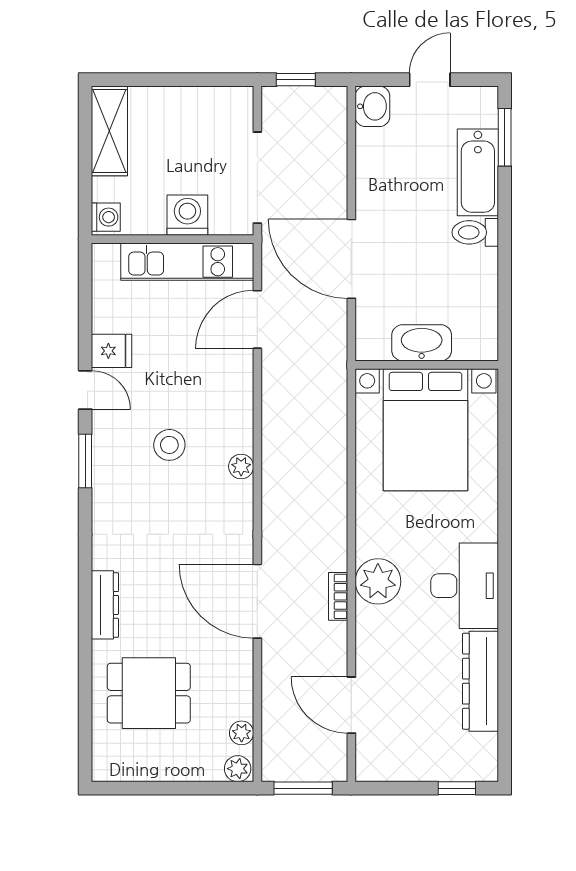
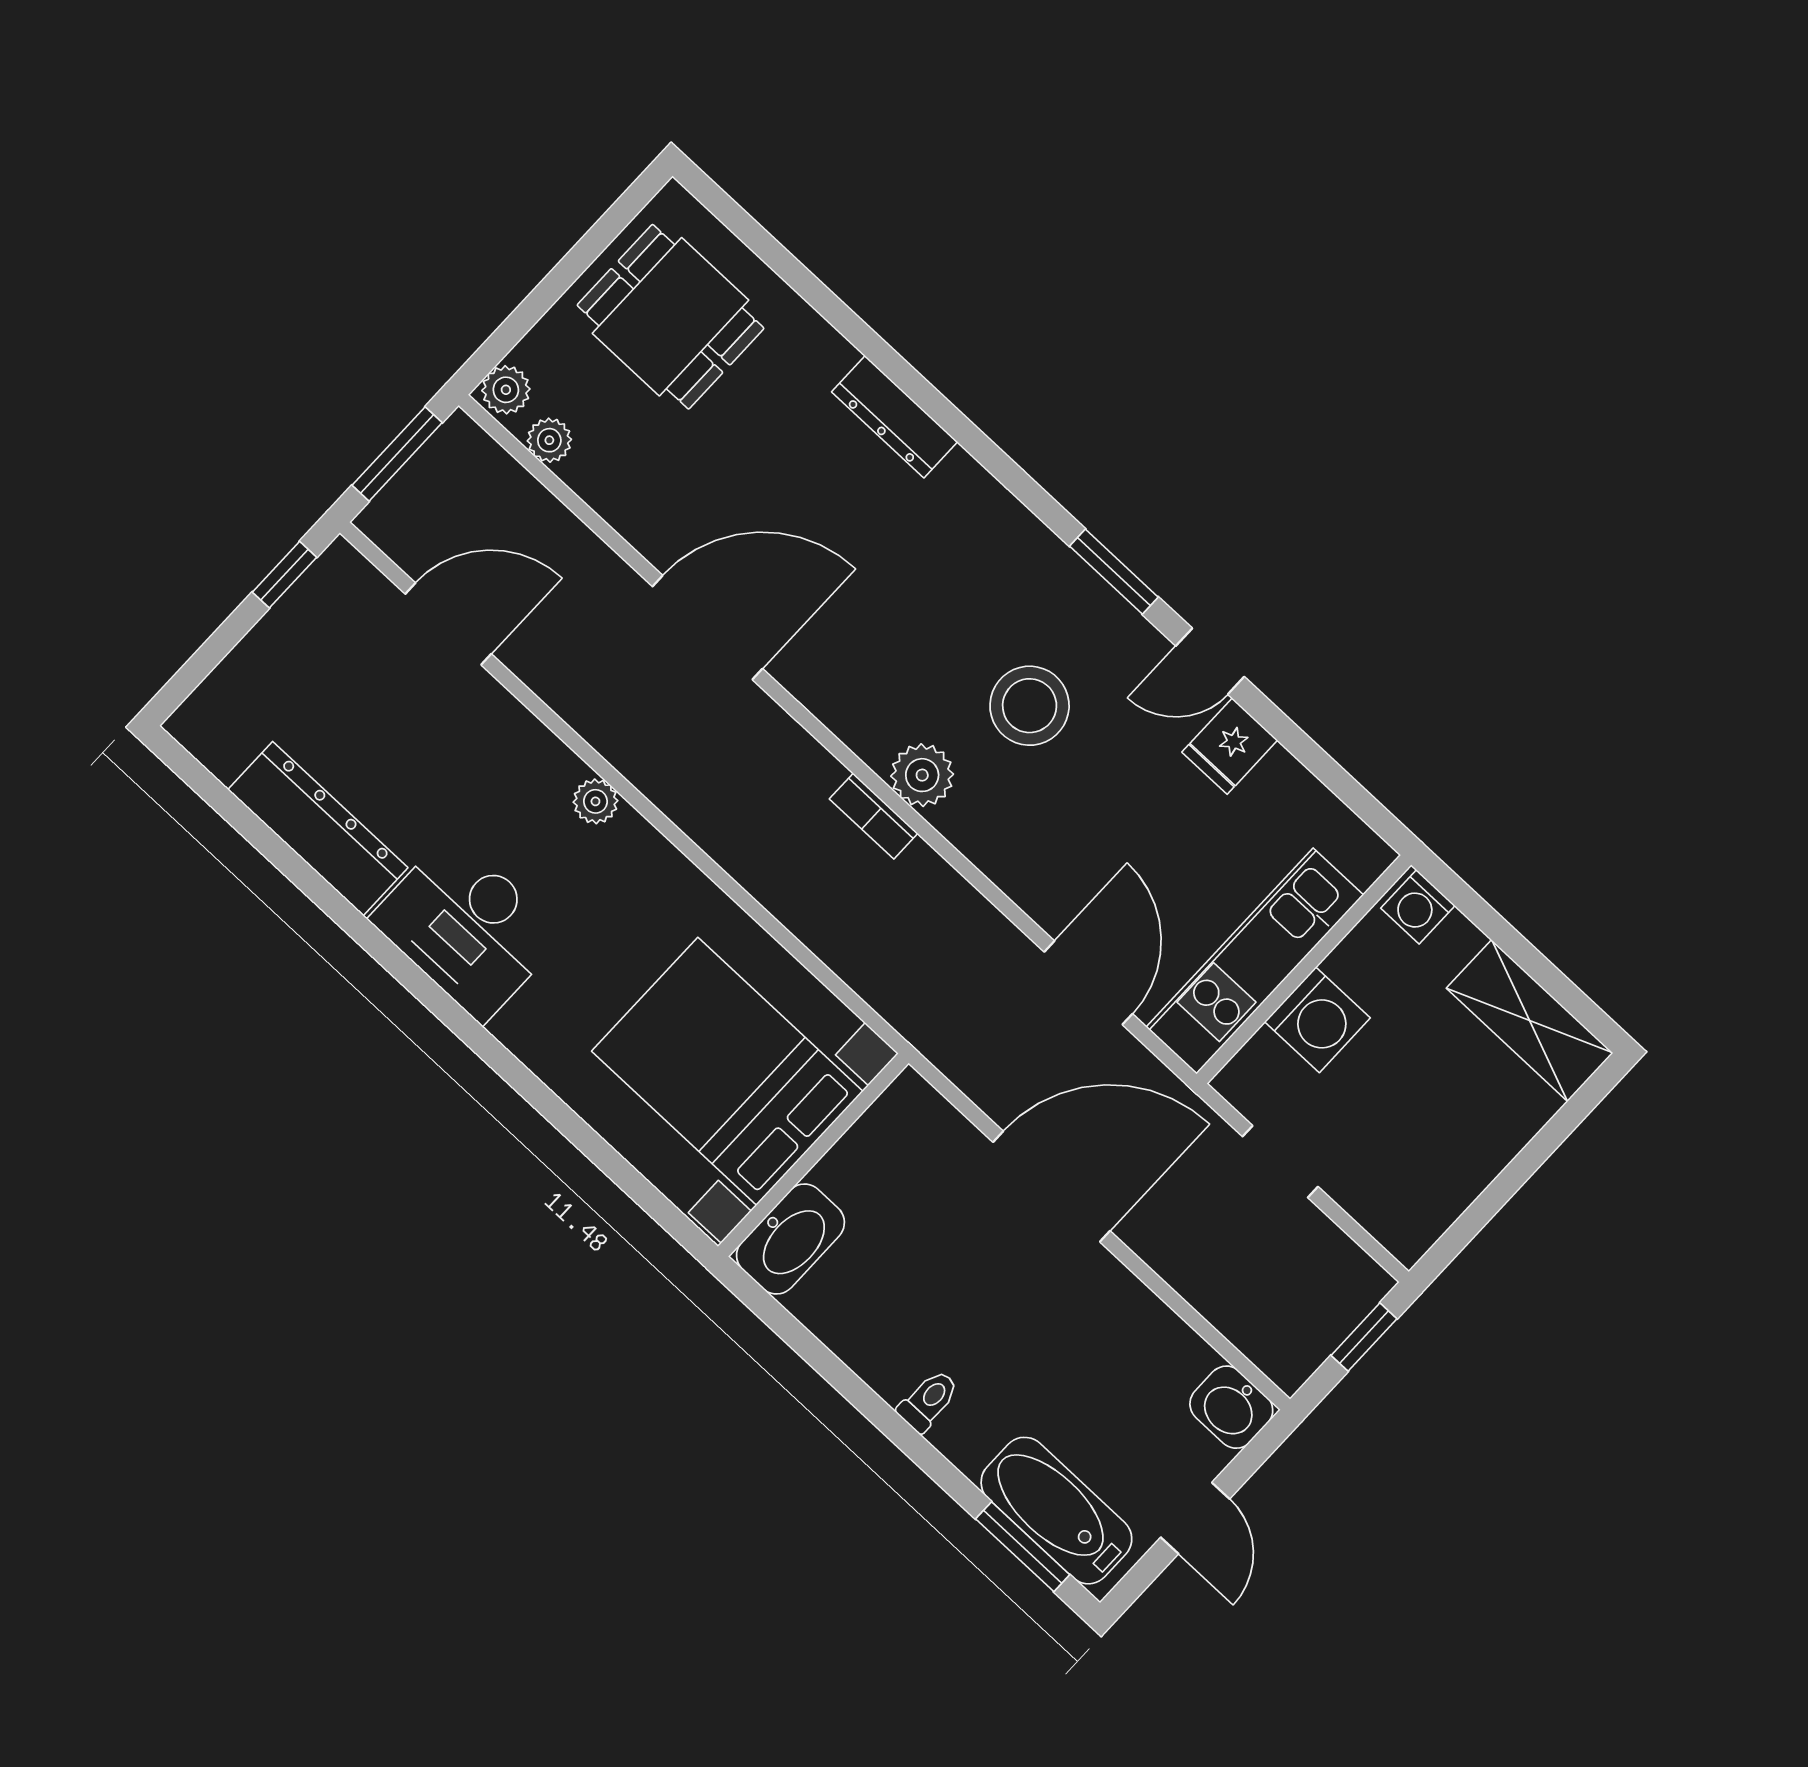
bathtub: (478, 172) -> (1056, 1511), moved
doorway: (257, 178) -> (1280, 1162), width x0.53
toilet: (475, 232) -> (928, 1401), width x0.73, depth x0.72
washbasin: (422, 343) -> (790, 1239), moved
stool: (169, 445) -> (1030, 706), width x1.38, depth x1.38
plant: (241, 466) -> (922, 775), width x1.38, depth x1.38
plant: (378, 581) -> (595, 801), width x0.53, depth x0.53
bookcase: (338, 596) -> (874, 816), moved, turned 180
dining table: (149, 693) -> (671, 317), moved, turned 90
window: (457, 788) -> (285, 575), moved

